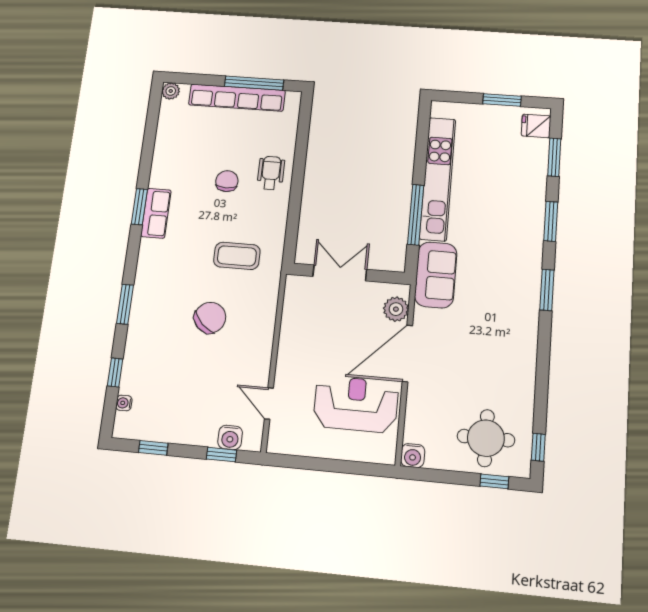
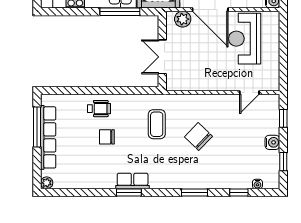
wheelchair: (271, 173) -> (99, 109), turned 180
water cooler: (230, 437) -> (272, 142), moved

